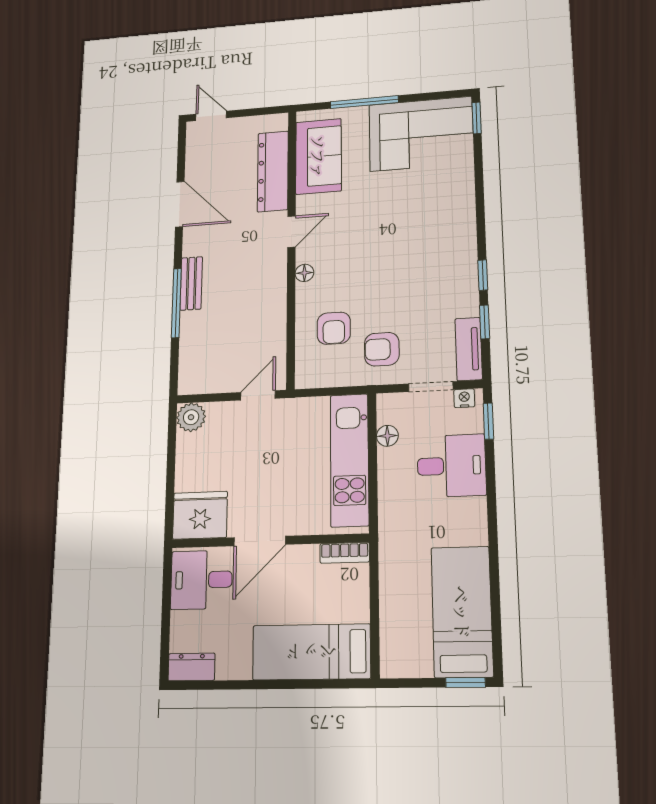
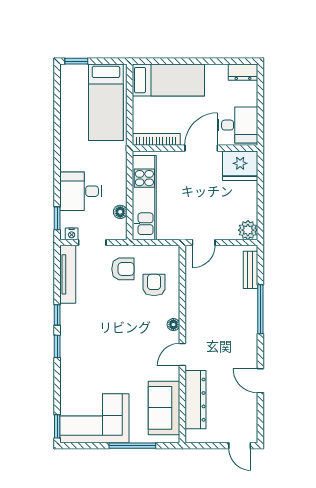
door: (180, 204) -> (260, 381), width x0.73
bench: (191, 283) -> (250, 270), moved
window: (485, 322) -> (57, 346), moved
tv unit: (469, 349) -> (68, 274), width x1.41
bookcase: (345, 553) -> (156, 139), width x1.56
bed: (462, 612) -> (106, 102), moved

